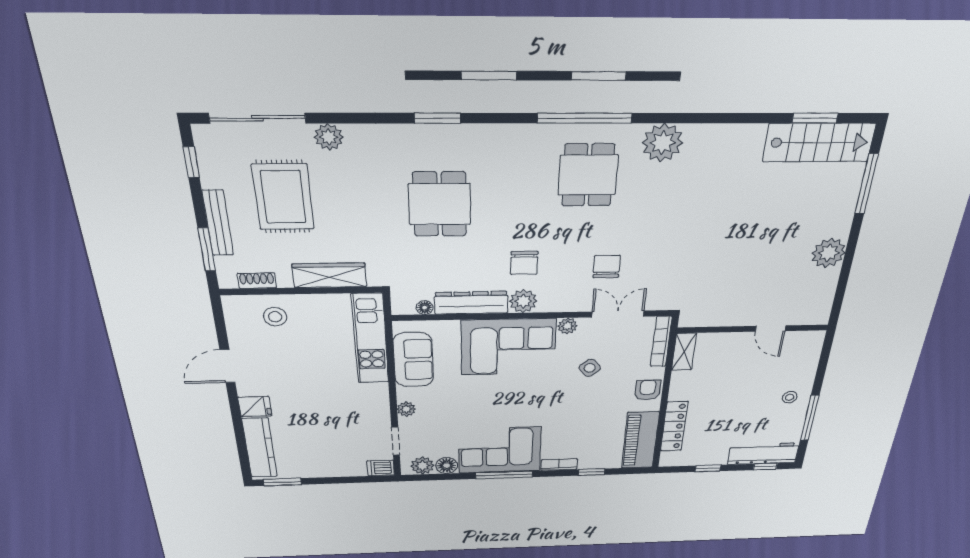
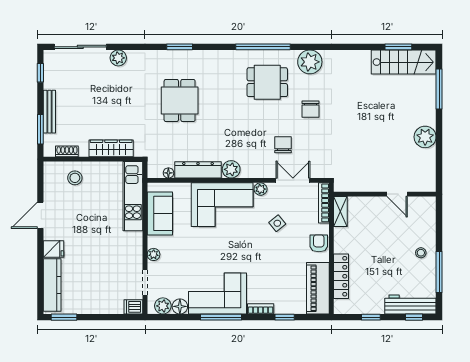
dining table: (588, 175) -> (267, 82), turned 90
rug: (283, 197) -> (89, 95), removed
chair: (524, 263) -> (311, 109), moved

